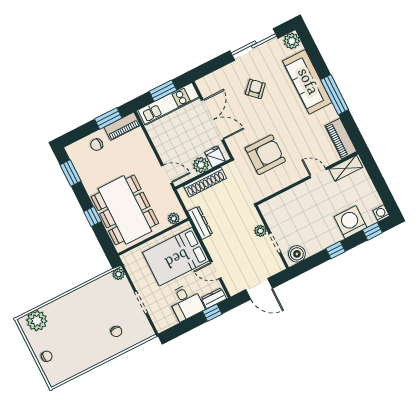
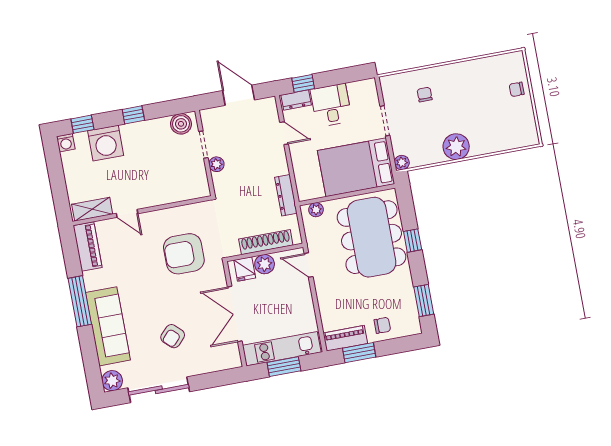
bed: (176, 257) -> (356, 167), moved, turned 180
plant: (37, 321) -> (456, 147), moved

